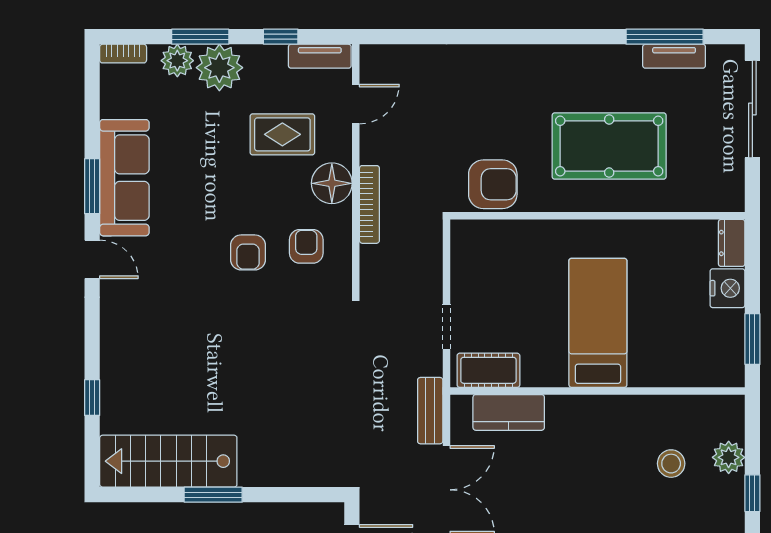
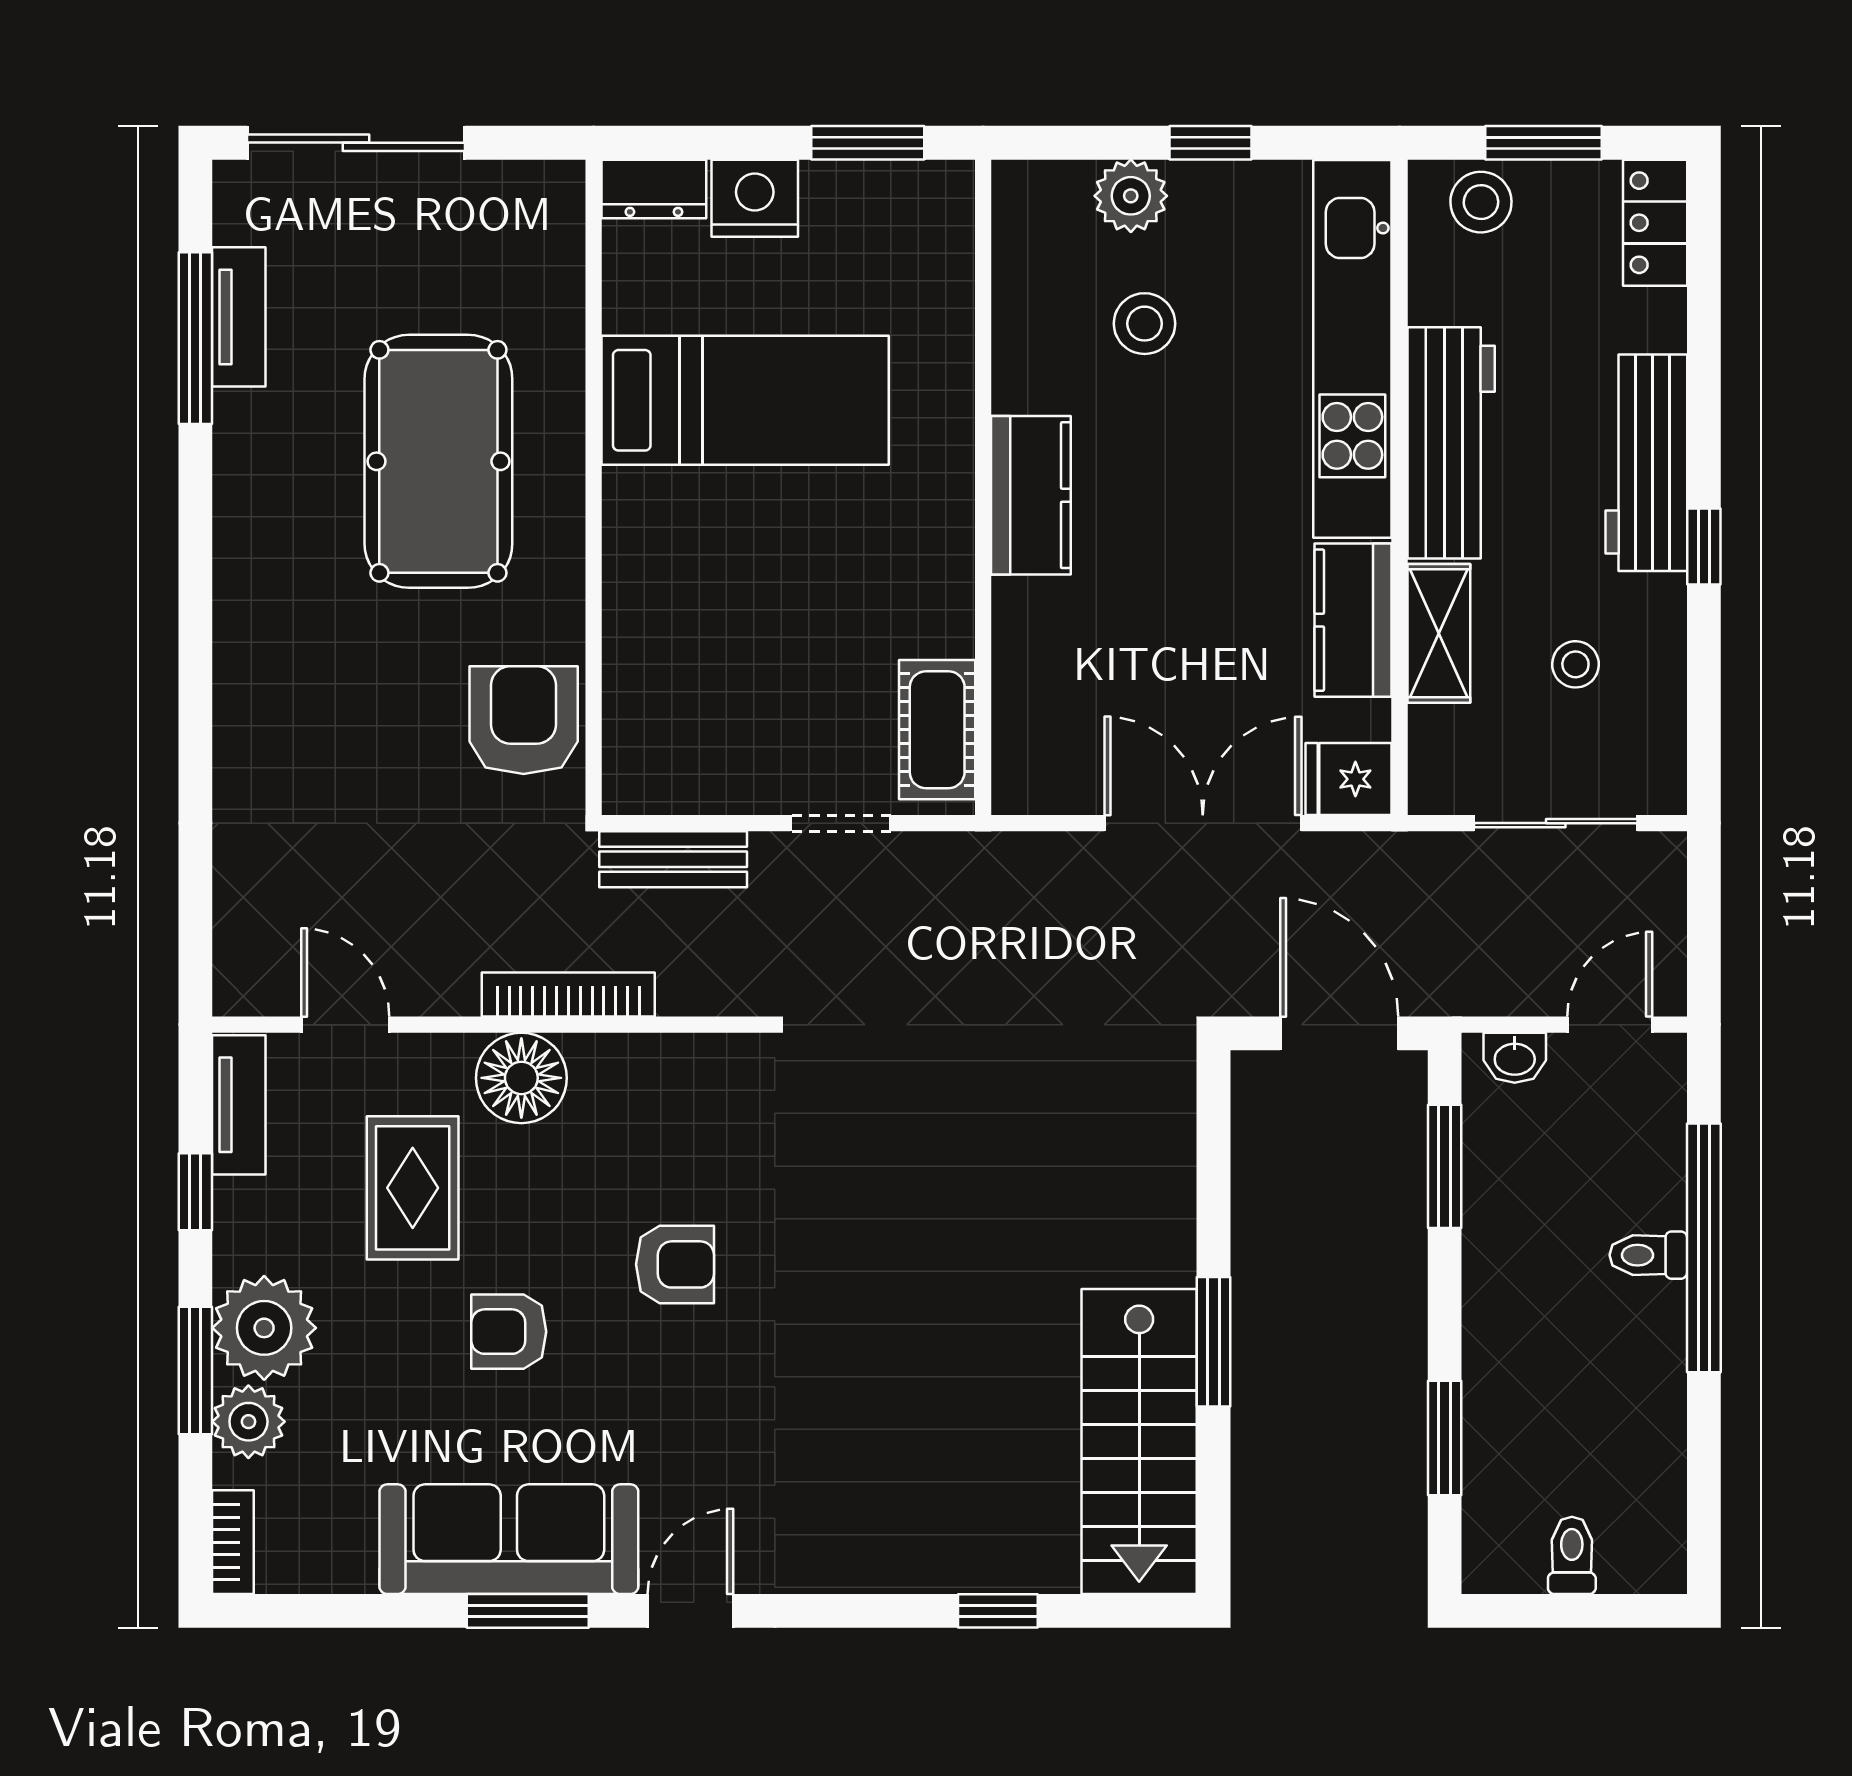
armchair: (306, 246) -> (509, 1332), moved
bed: (598, 323) -> (745, 400), moved, turned 180
bench: (430, 411) -> (673, 859), moved
kitchen counter: (509, 412) -> (1031, 495), moved

